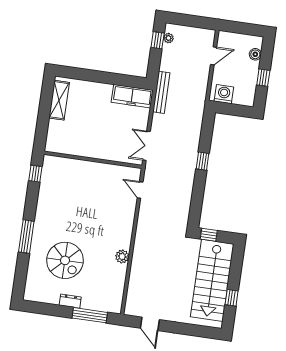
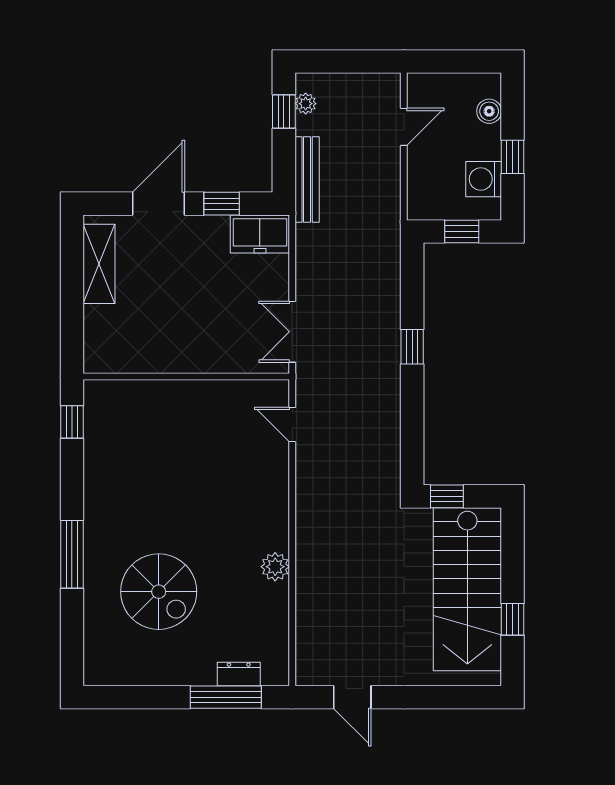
door: (92, 76) -> (159, 204), added
window: (122, 80) -> (222, 204), added
bench: (161, 92) -> (307, 180), moved
washing machine: (224, 94) -> (484, 179), moved, turned -90
freezer: (132, 96) -> (260, 234), width x0.71
window: (234, 110) -> (462, 231), added
dresser: (70, 301) -> (239, 674), moved

